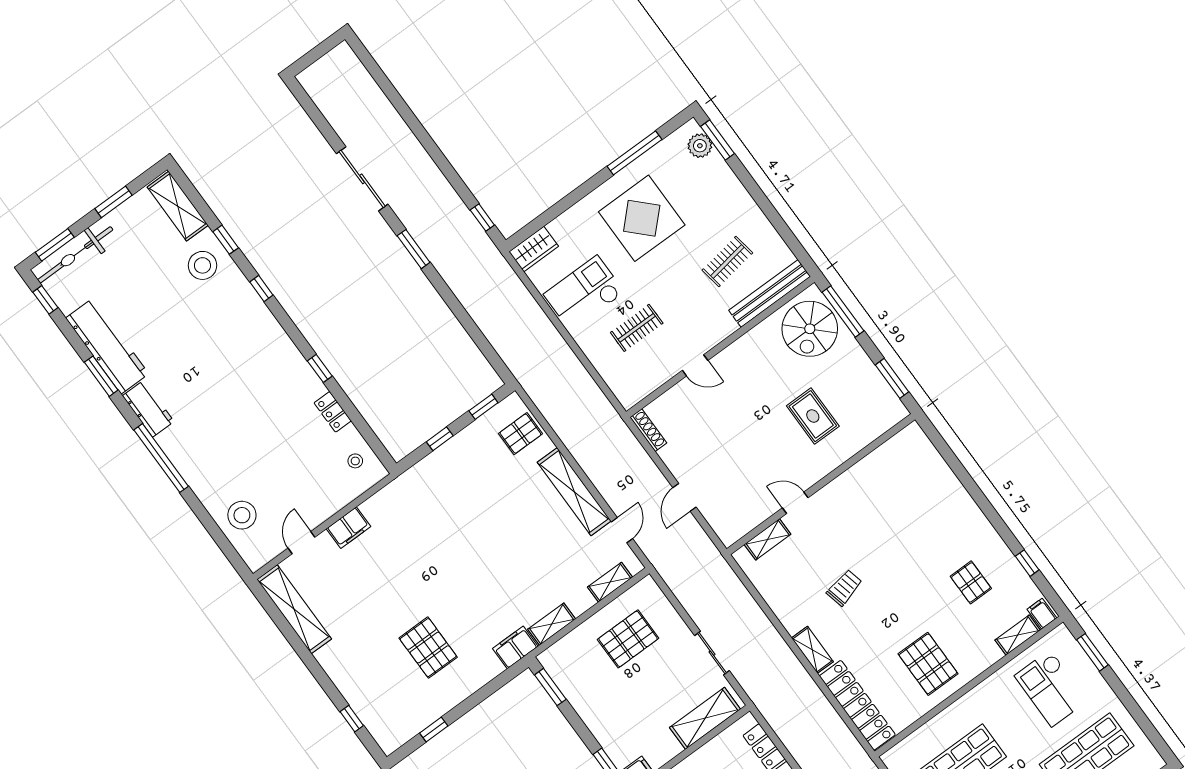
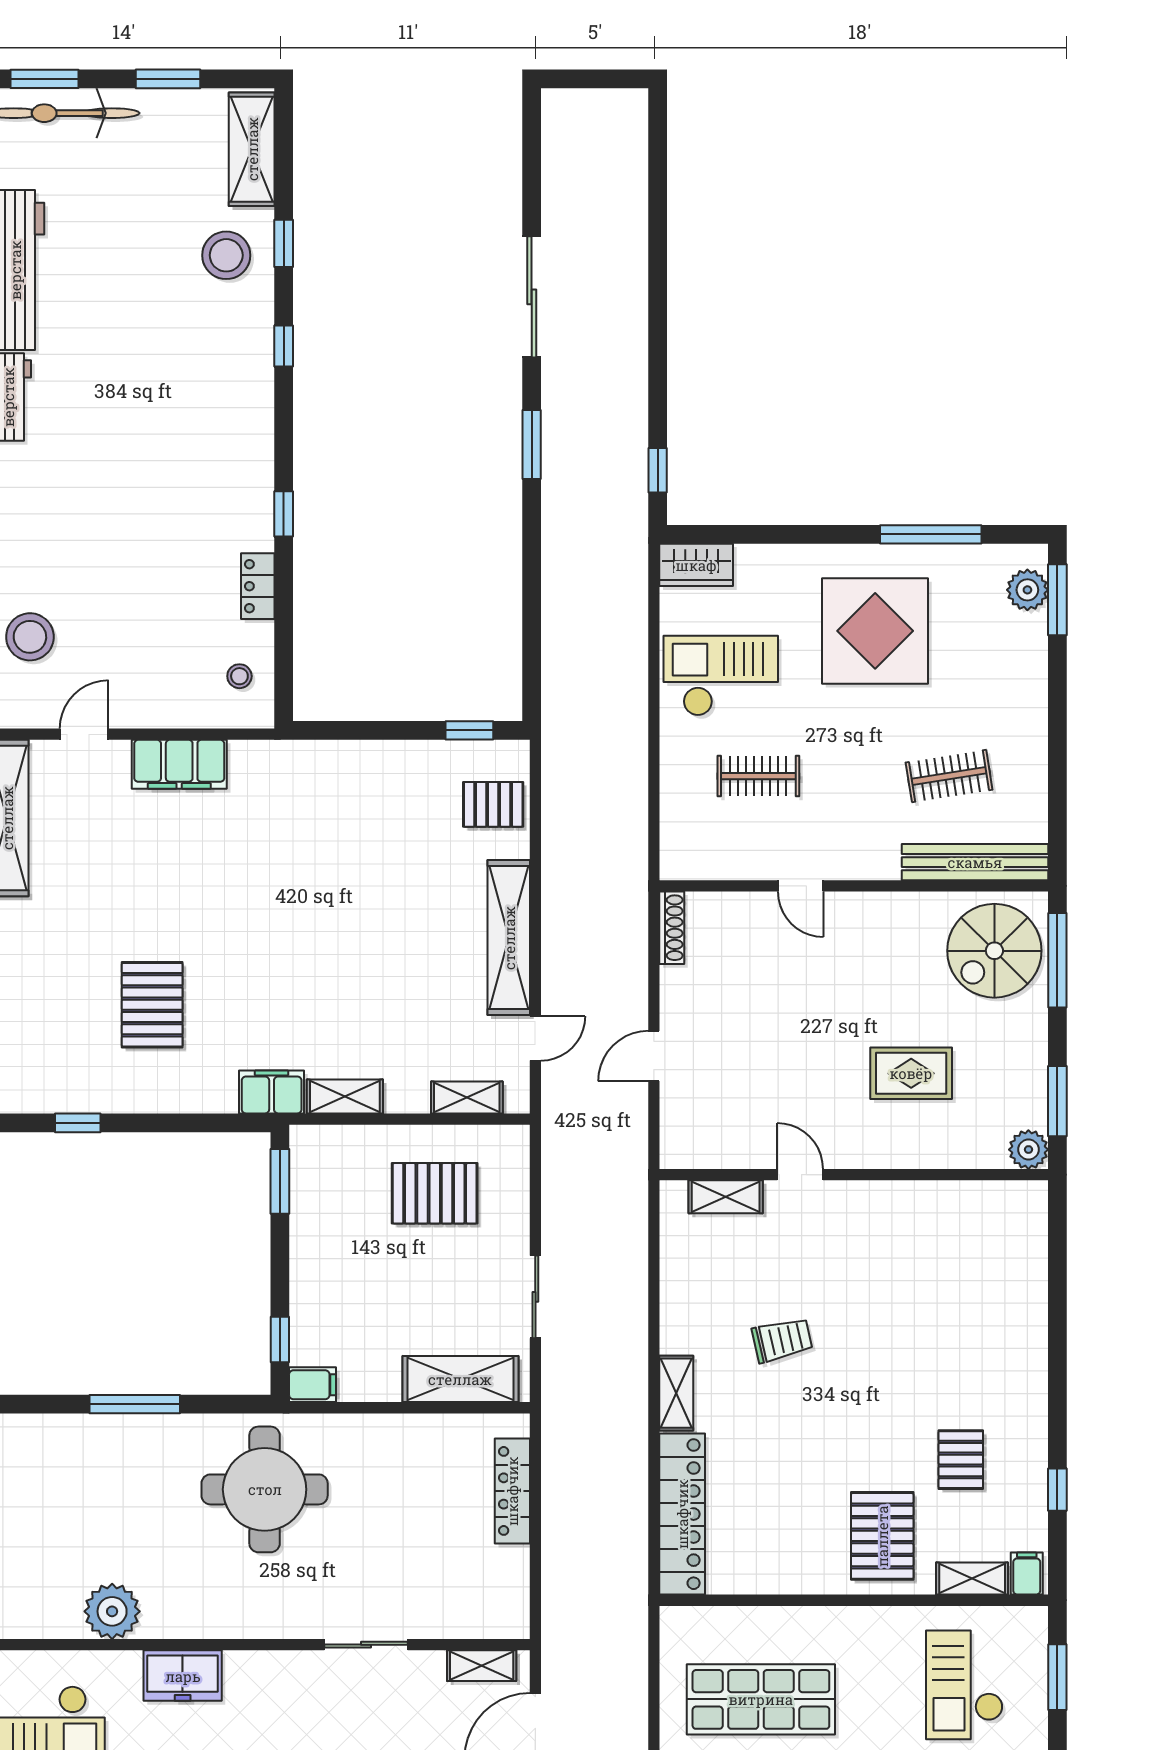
plant: (895, 411) -> (1028, 1150), added
rug: (813, 416) -> (911, 1073), turned 90
window: (440, 439) -> (377, 730), removed
filing cabinet: (349, 528) -> (179, 764), width x1.50, depth x1.17
pallet: (928, 664) -> (882, 1536), moved

